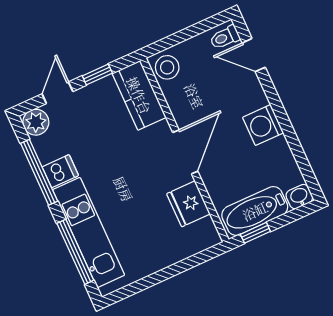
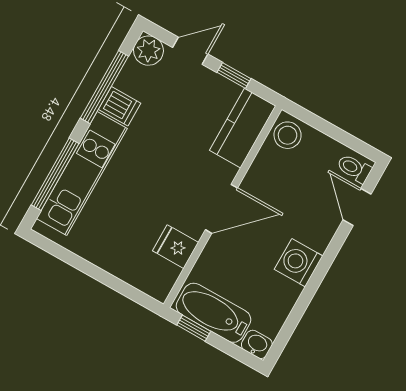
fridge: (188, 204) -> (175, 247), width x0.72

